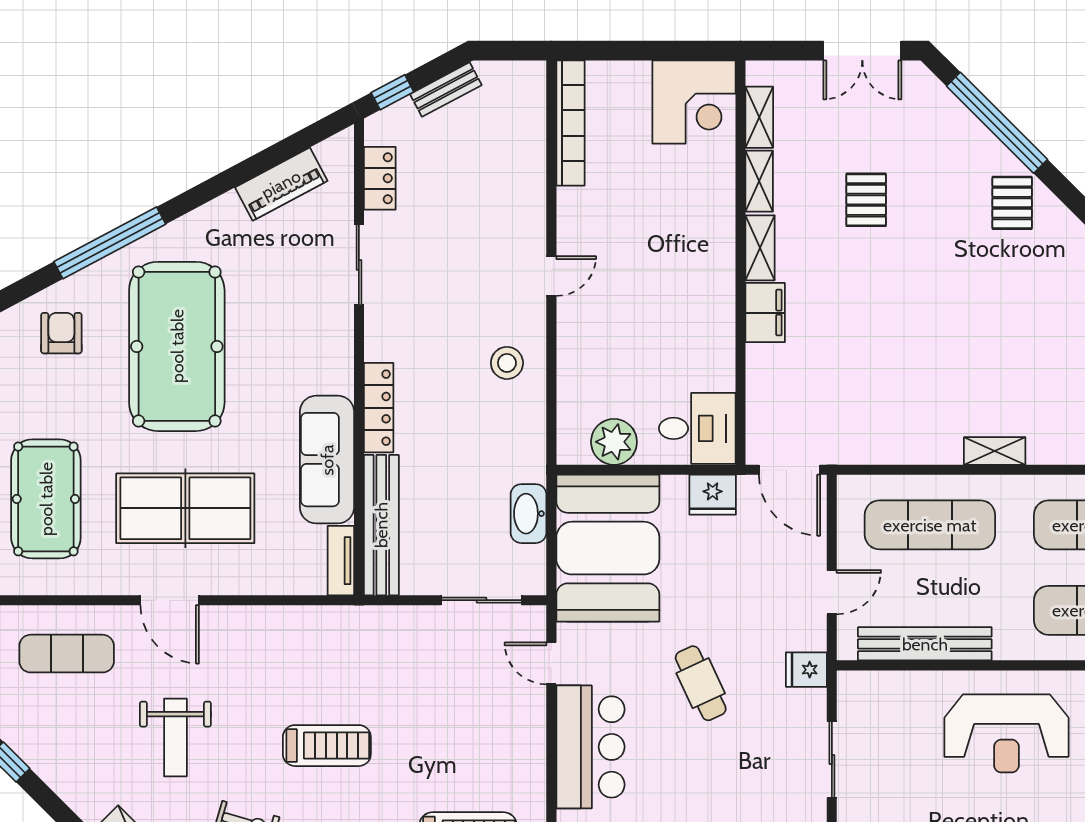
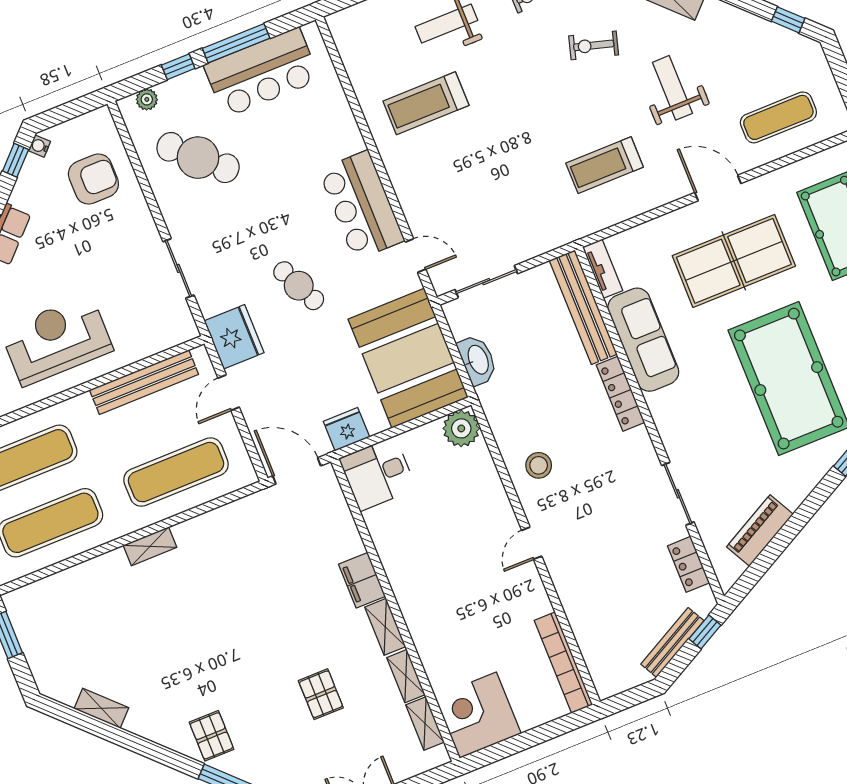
bench: (446, 90) -> (672, 642), width x1.36
plant: (614, 442) -> (461, 428), moved
fridge: (806, 670) -> (234, 337), width x1.88, depth x1.34
treadmill: (327, 746) -> (605, 165), moved

